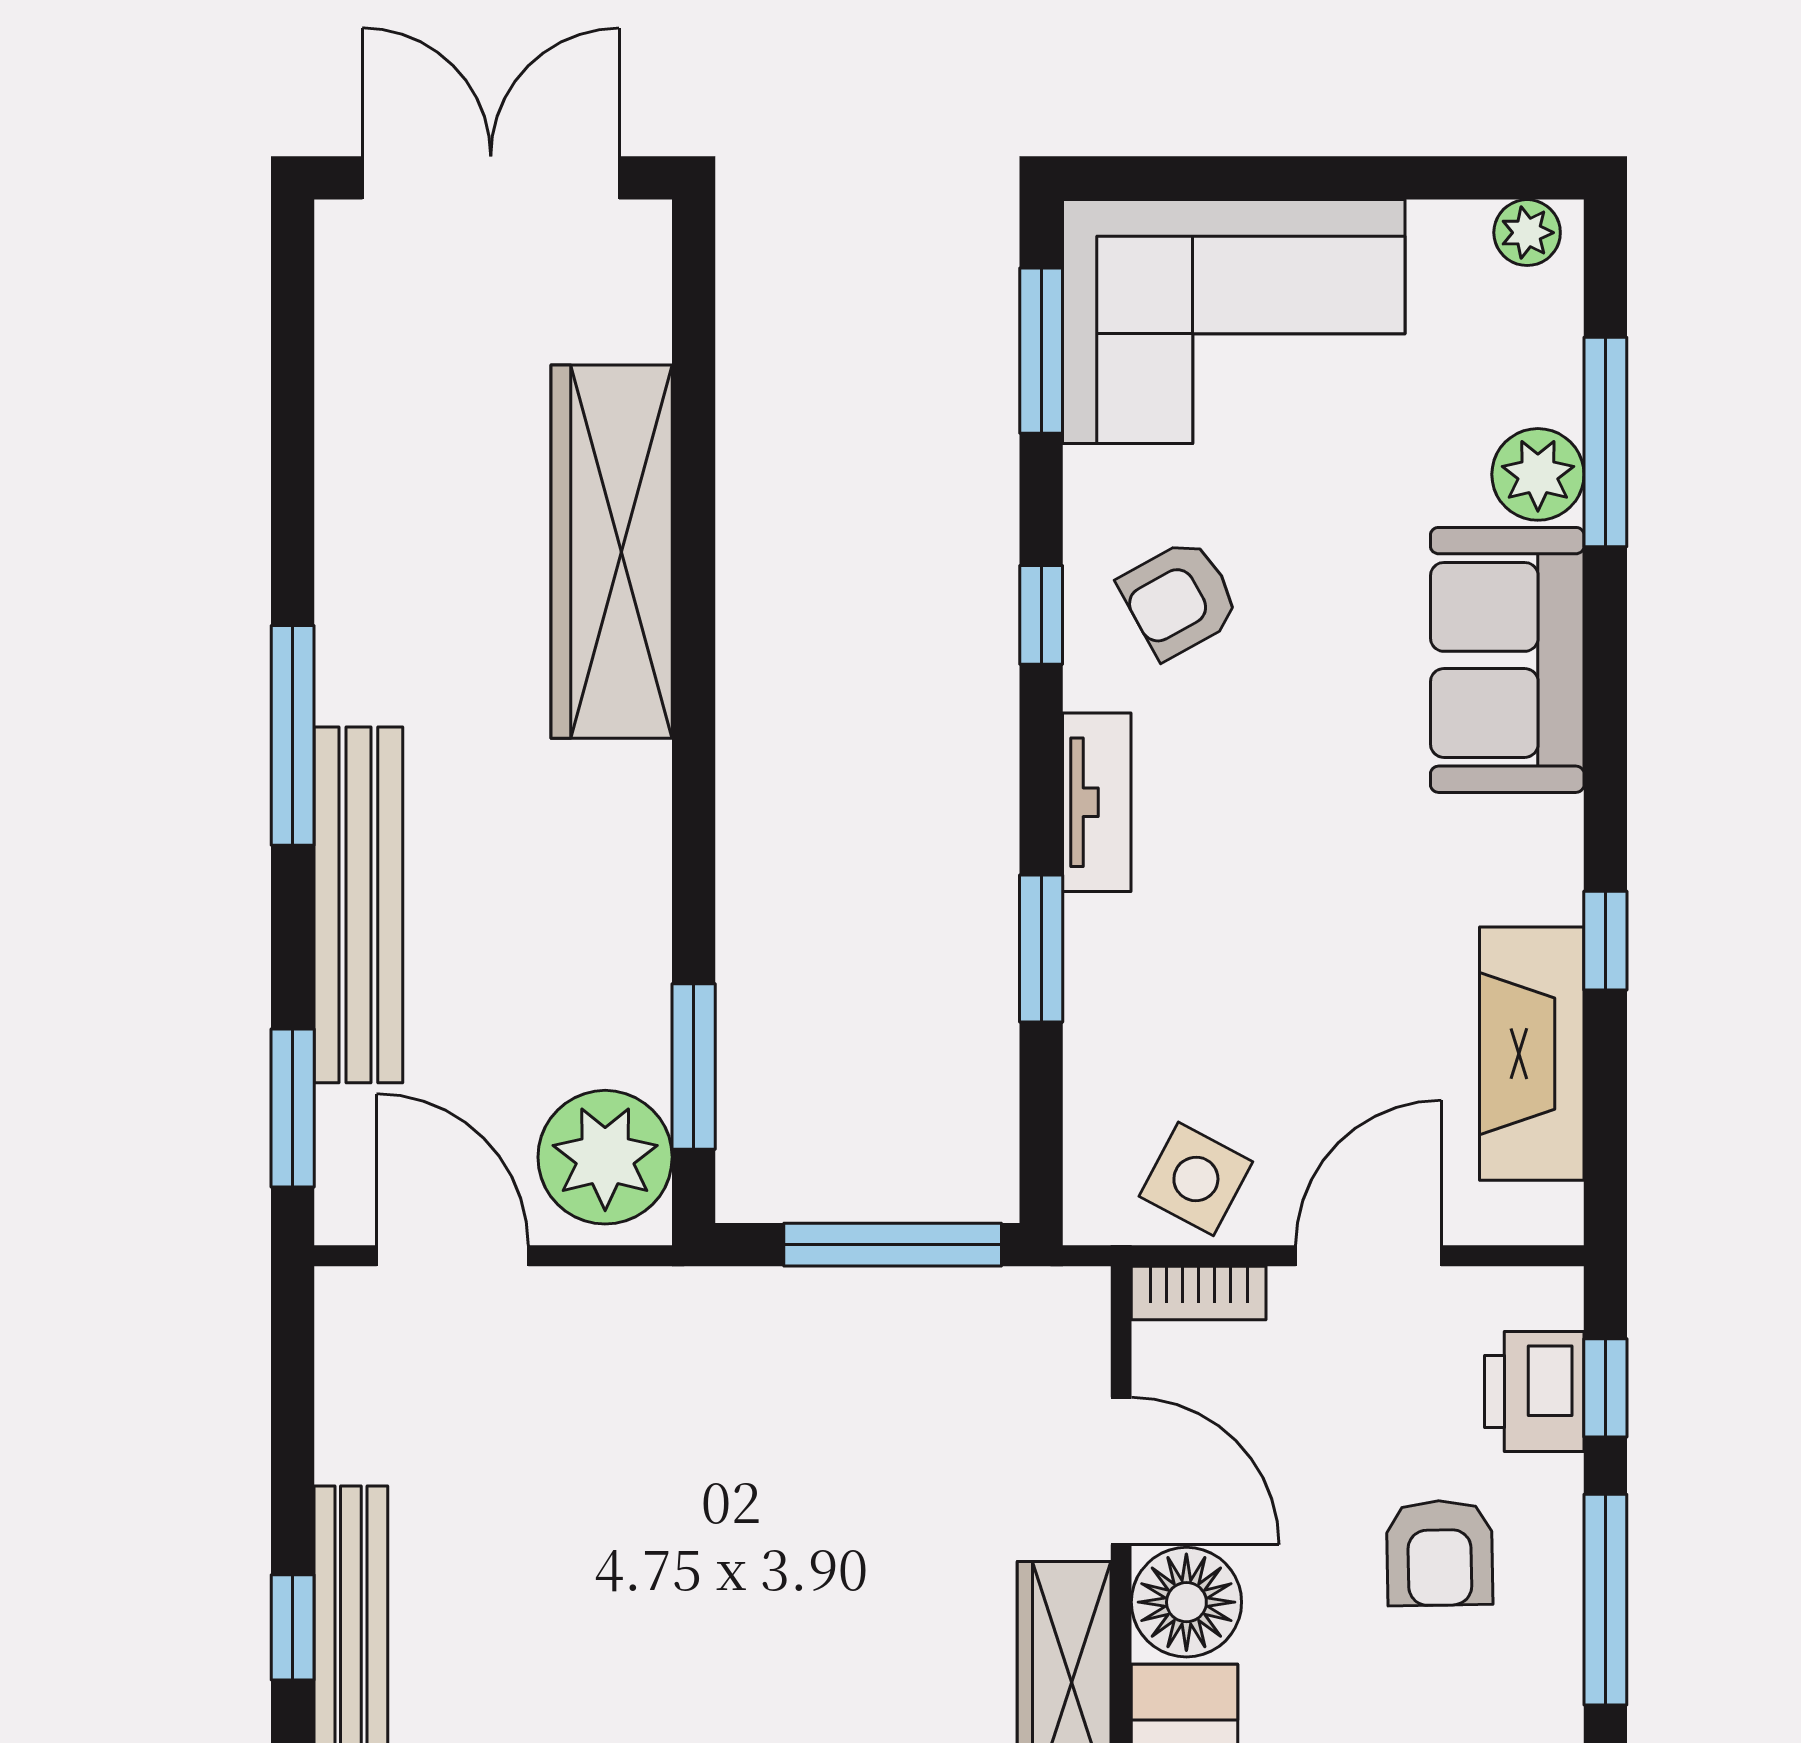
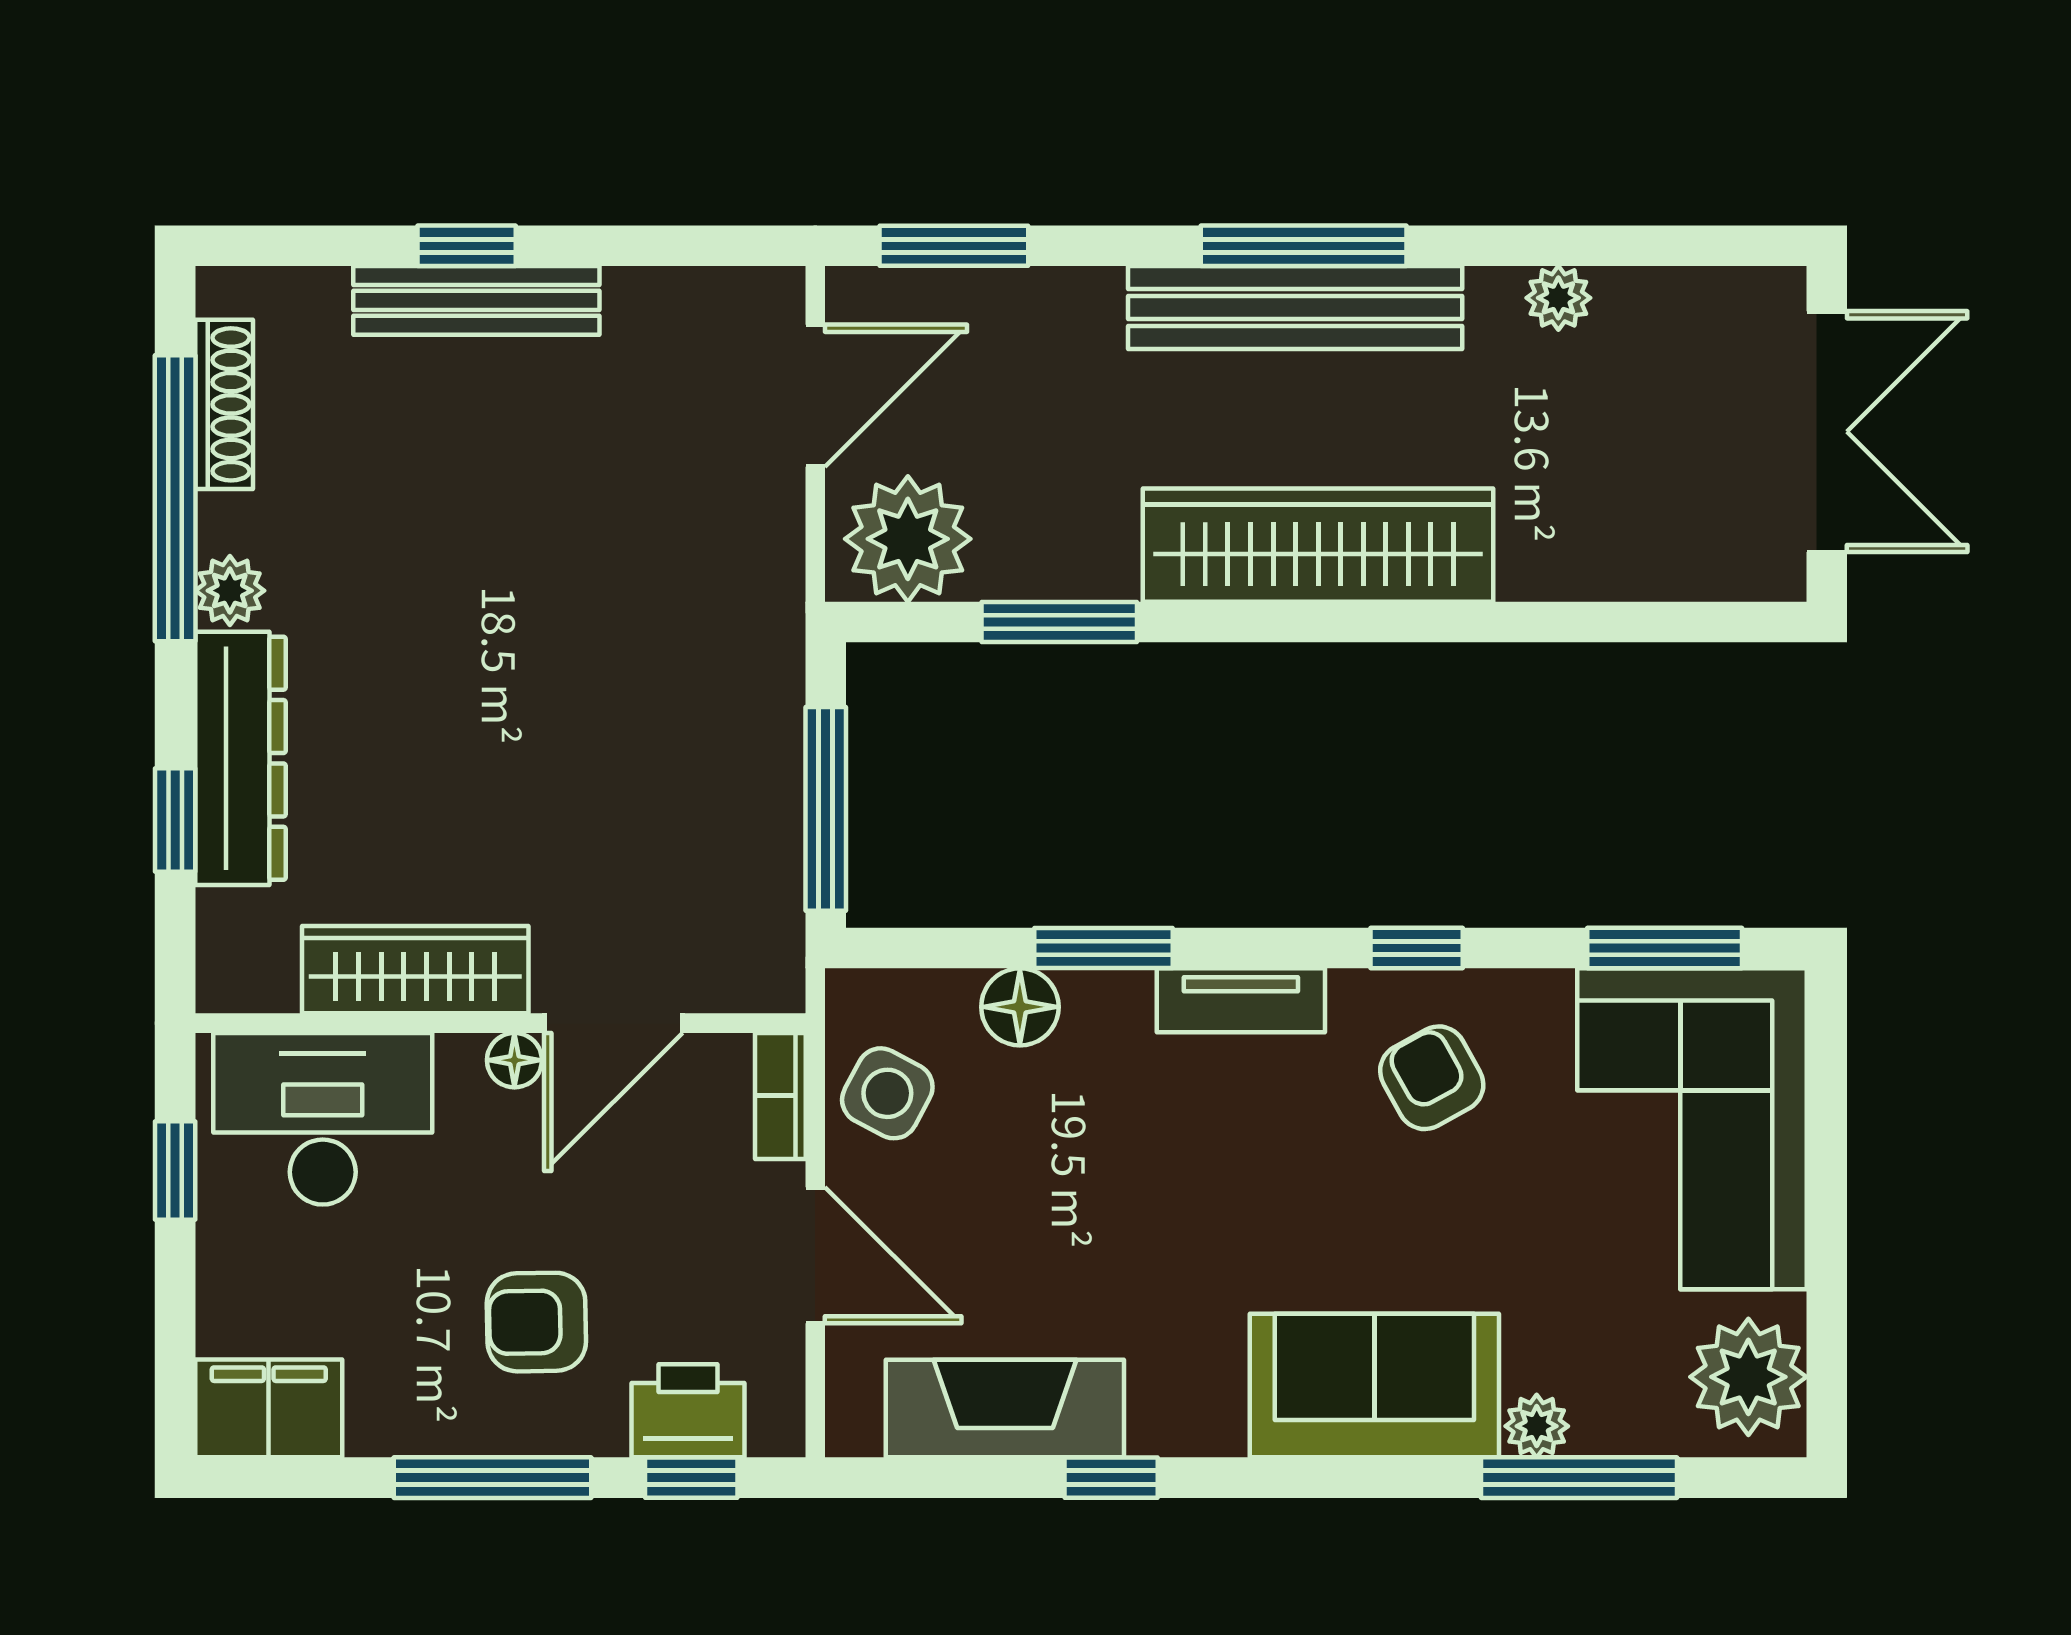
plant: (1527, 233) -> (1748, 1377), width x1.87, depth x1.87
plant: (348, 464) -> (1558, 298), added
plant: (1538, 474) -> (1537, 1426), width x0.73, depth x0.73
wardrobe: (612, 552) -> (1318, 545), moved
bench: (358, 905) -> (1295, 307), moved
floor lamp: (1104, 1038) -> (1020, 1007), added
window: (694, 1066) -> (1059, 622), moved
floor lamp: (1186, 1602) -> (514, 1060), width x0.53, depth x0.53

